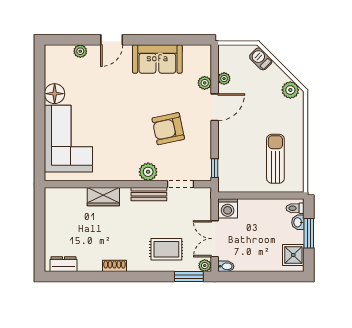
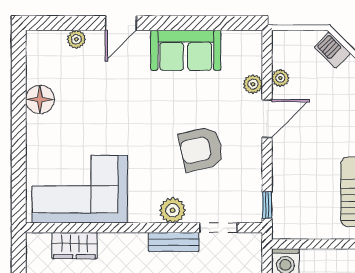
corner sofa: (68, 139) -> (80, 189), moved, turned -90
wardrobe: (103, 197) -> (75, 246), moved

